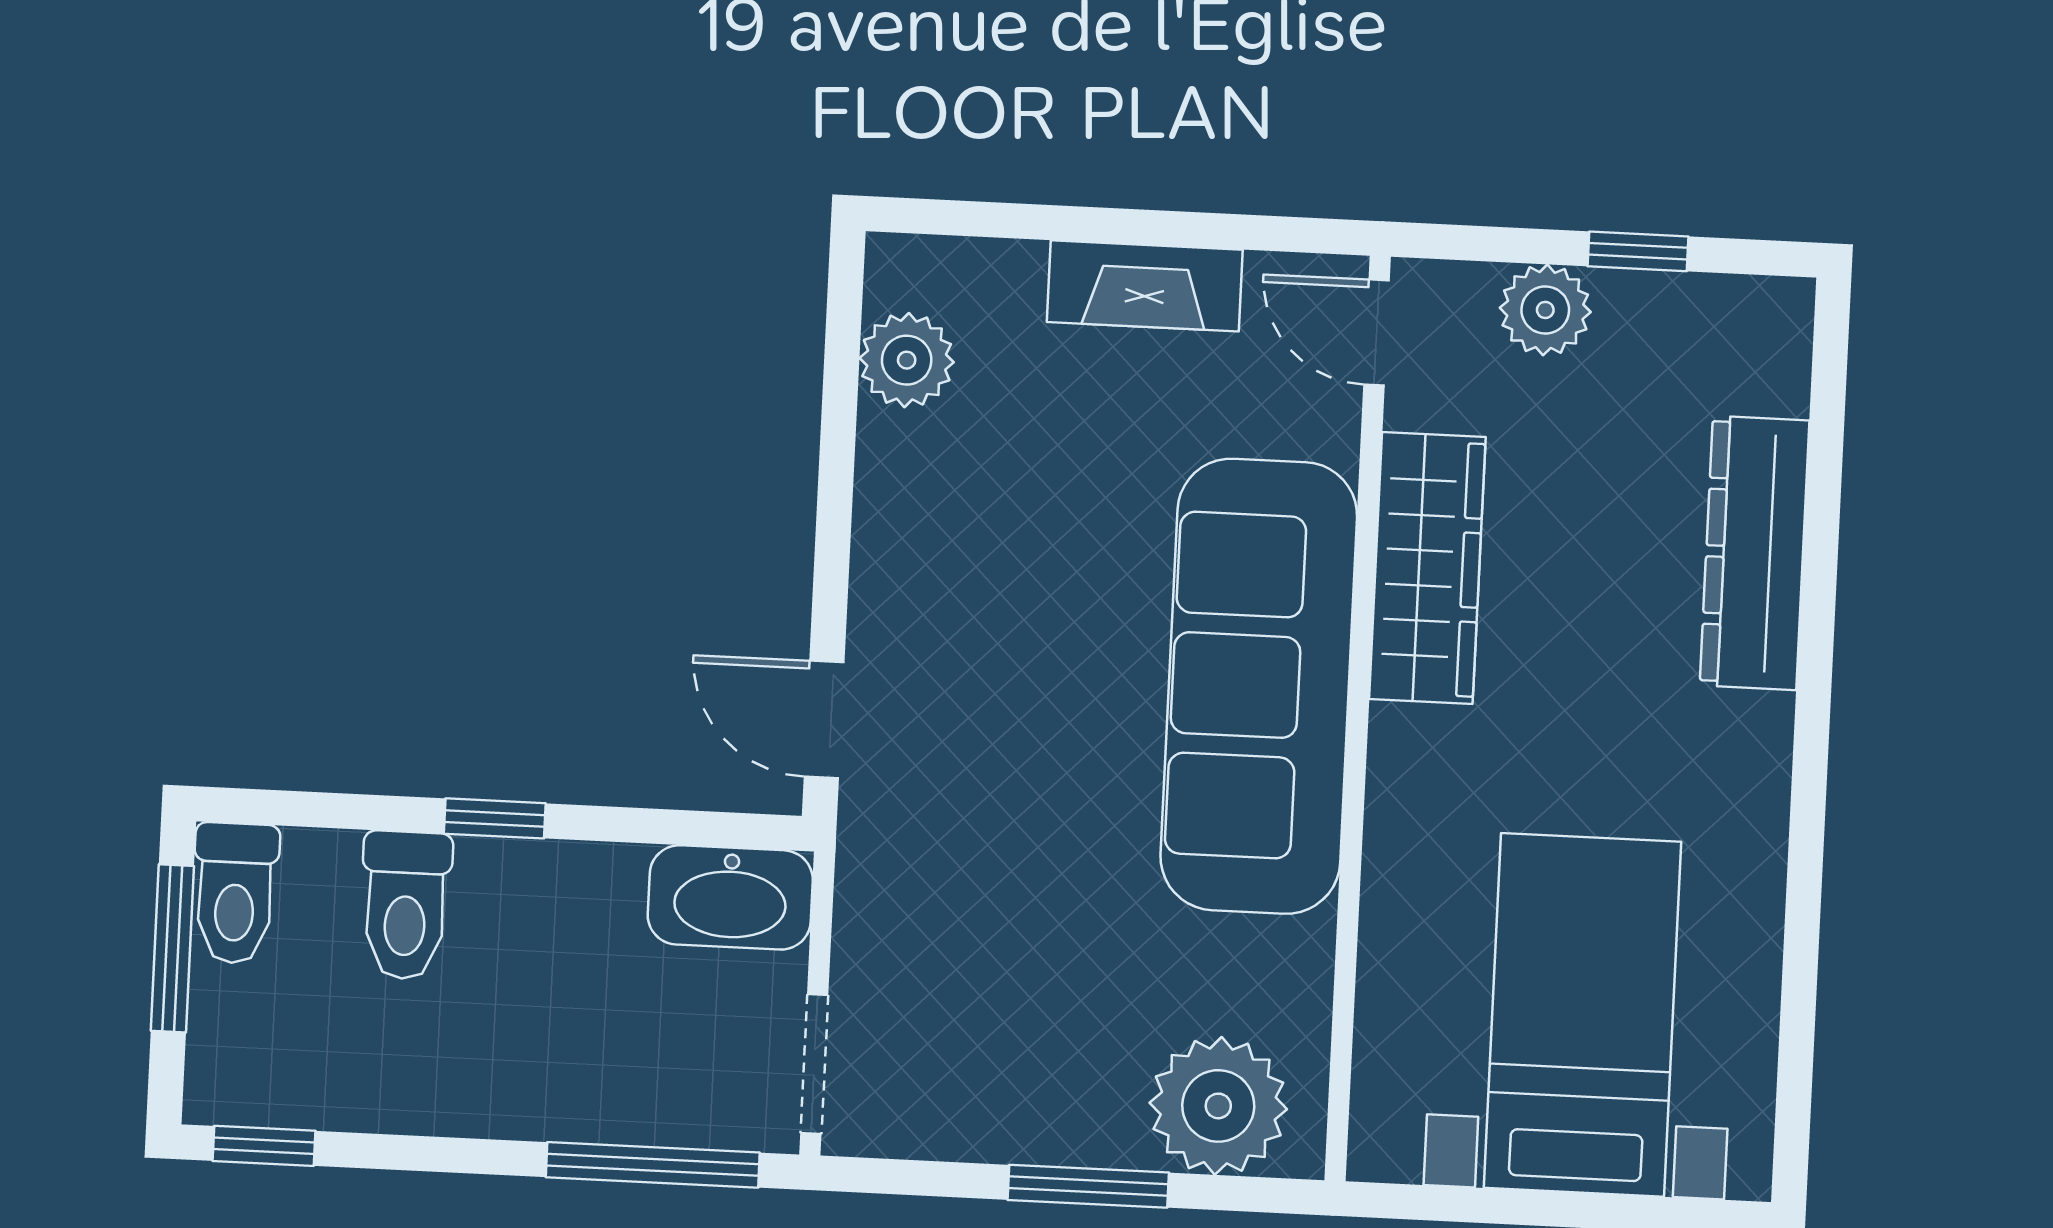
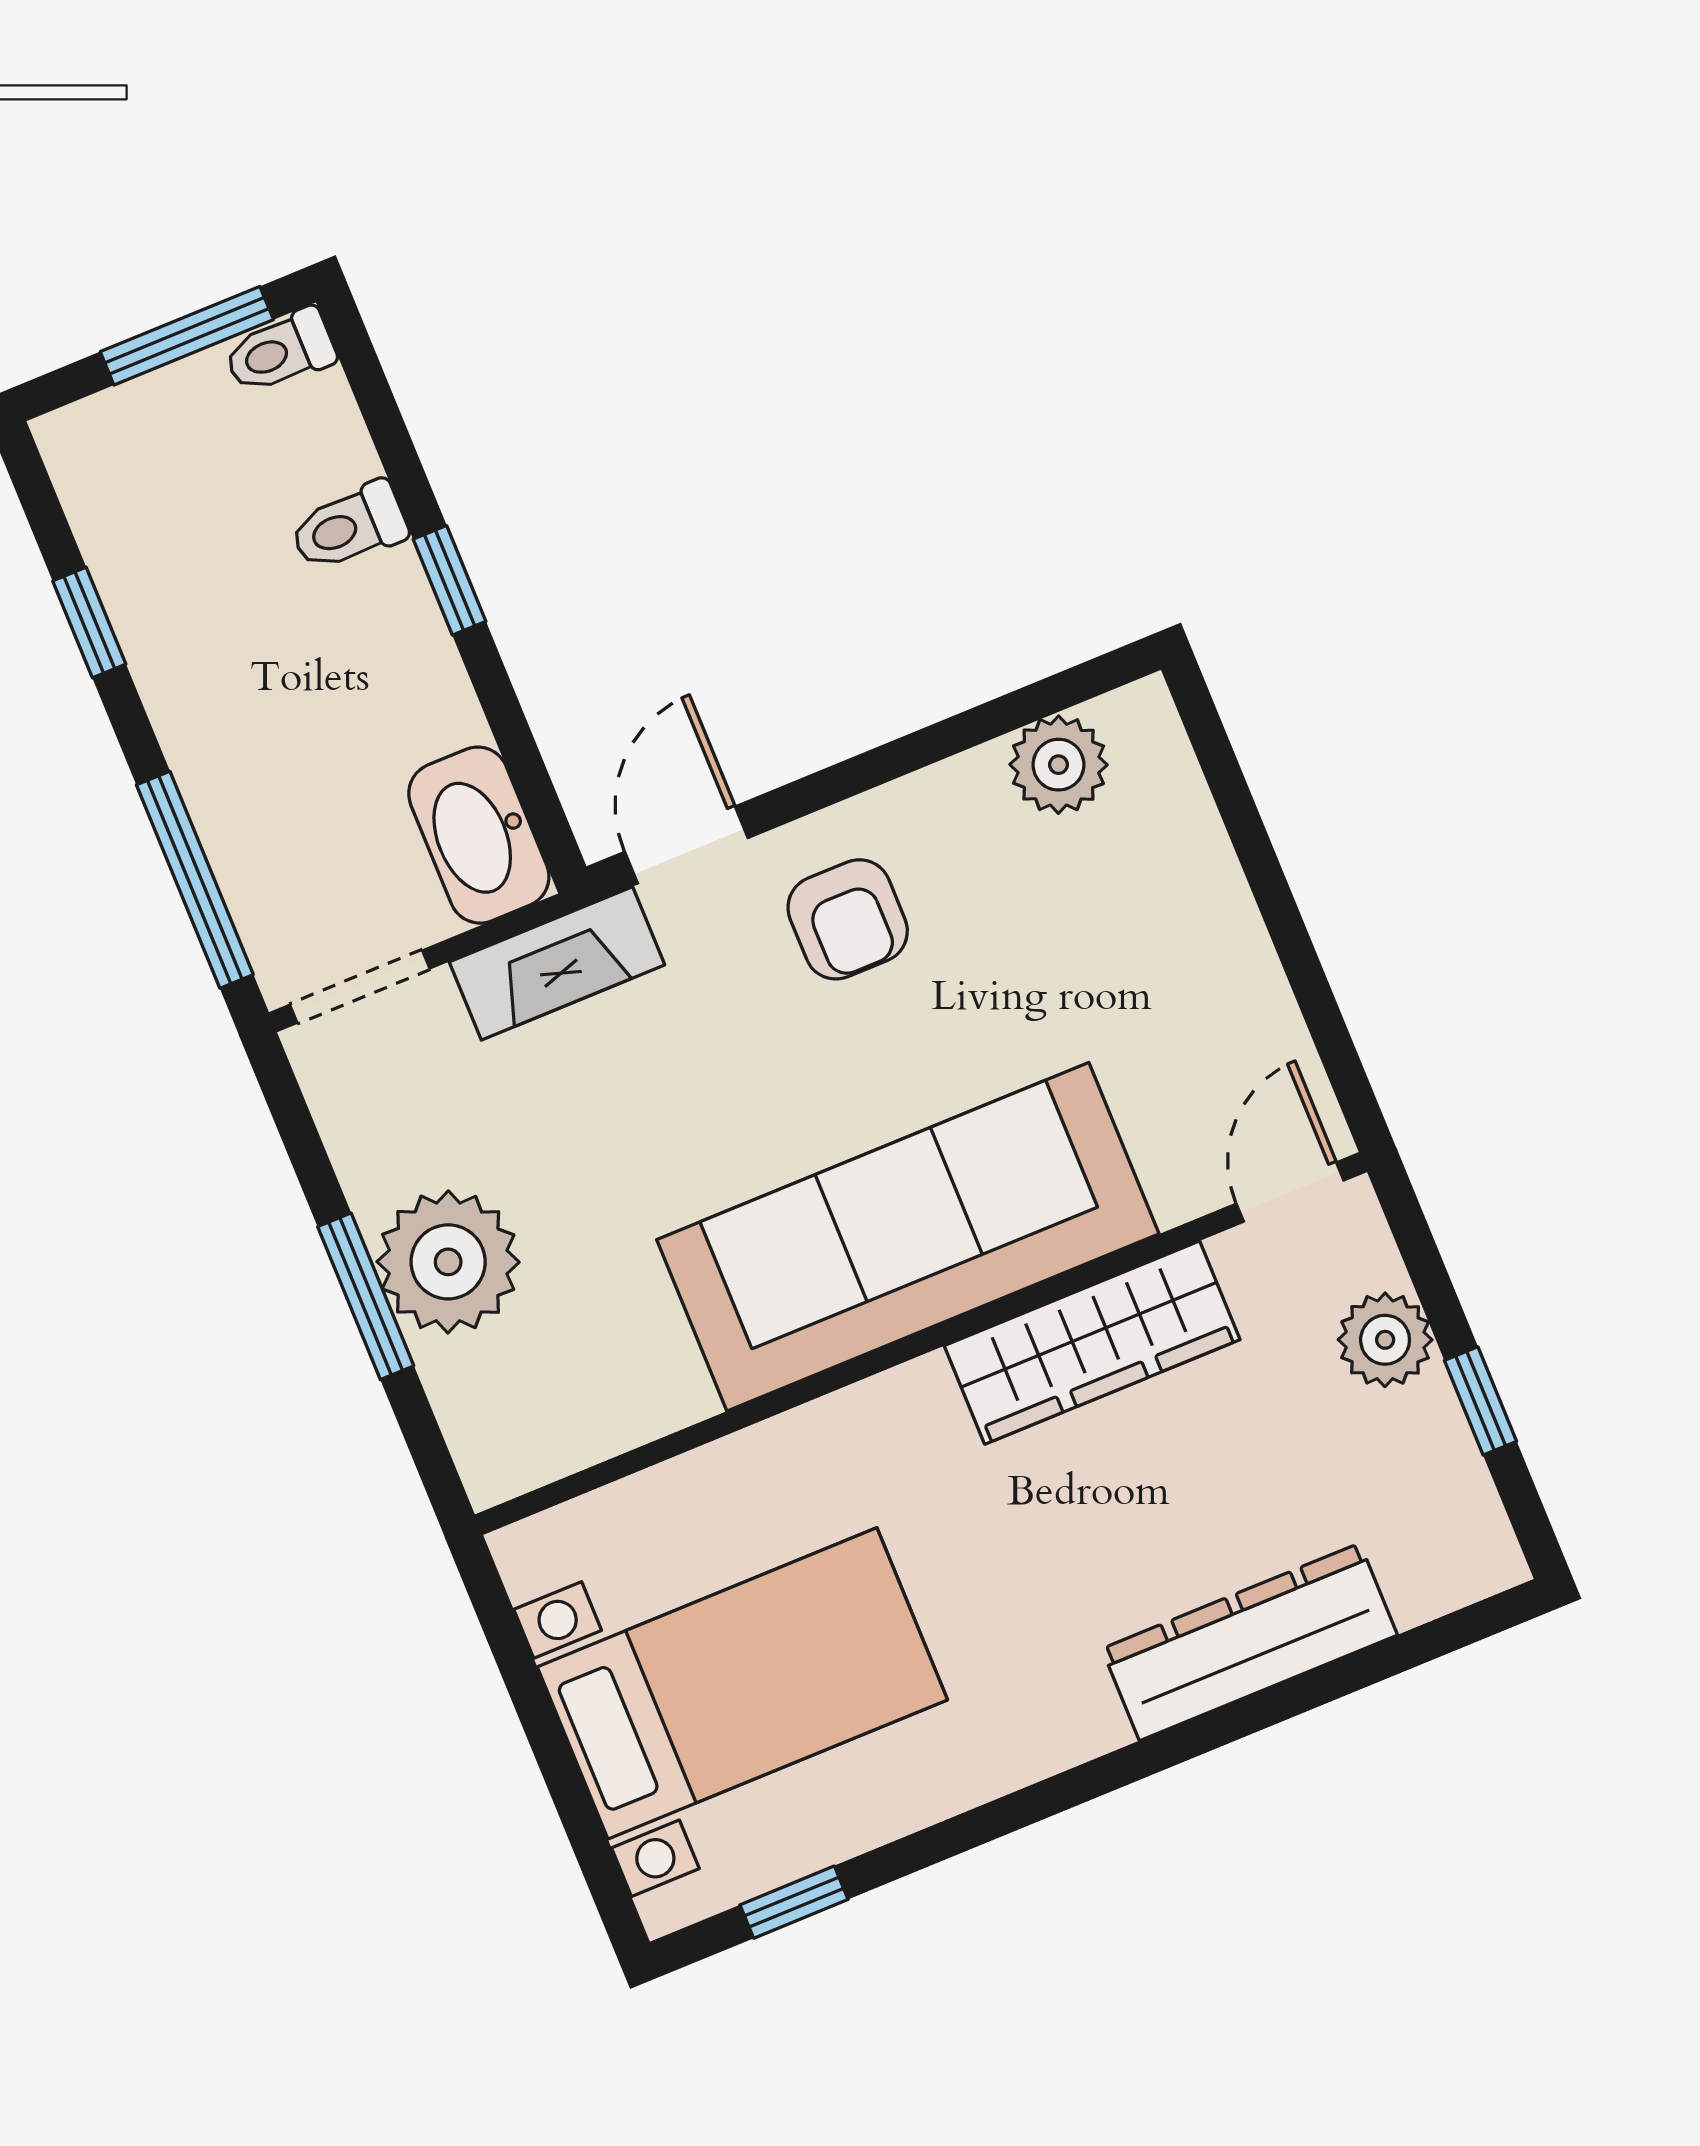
fireplace: (1145, 286) -> (557, 963), moved, turned -90
armchair: (956, 609) -> (848, 919), added
toilet: (235, 893) -> (280, 352), width x0.73, depth x0.72
toilet: (406, 905) -> (349, 527), width x0.73, depth x0.72
window: (1796, 1059) -> (794, 1902), added
plant: (1218, 1106) -> (448, 1262), moved
window: (264, 1146) -> (89, 623), moved

